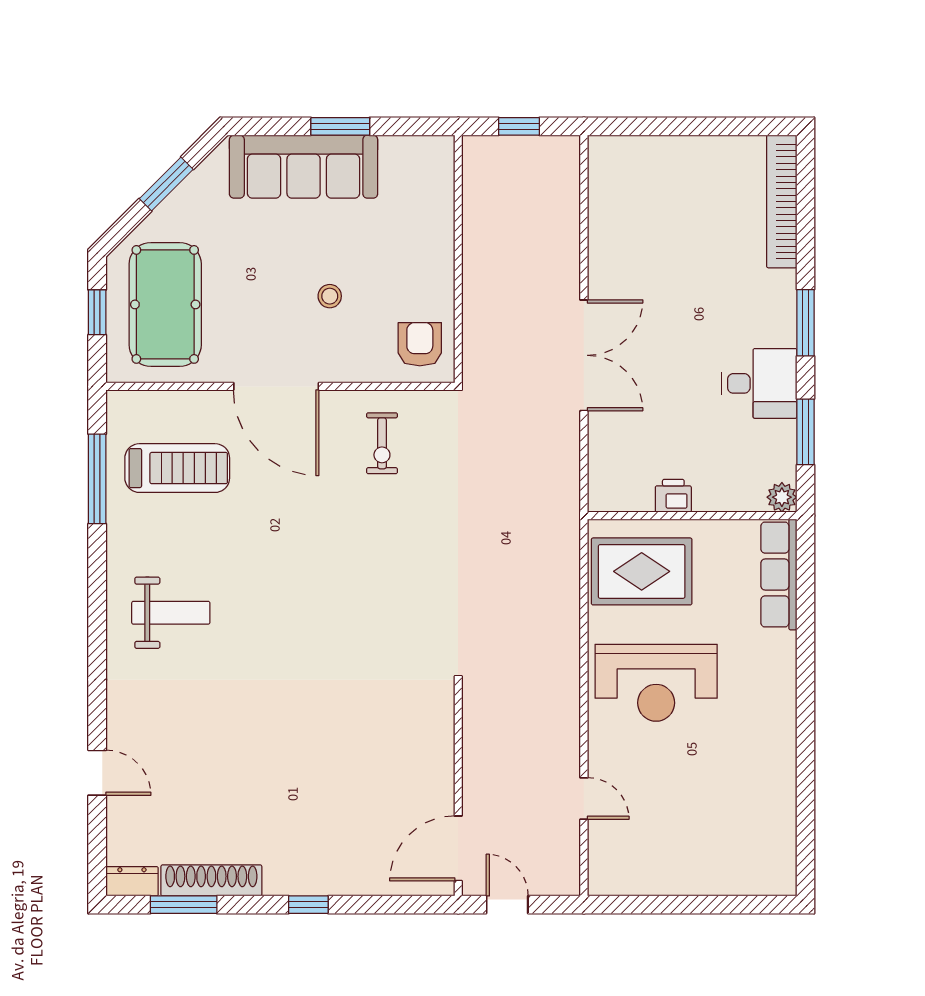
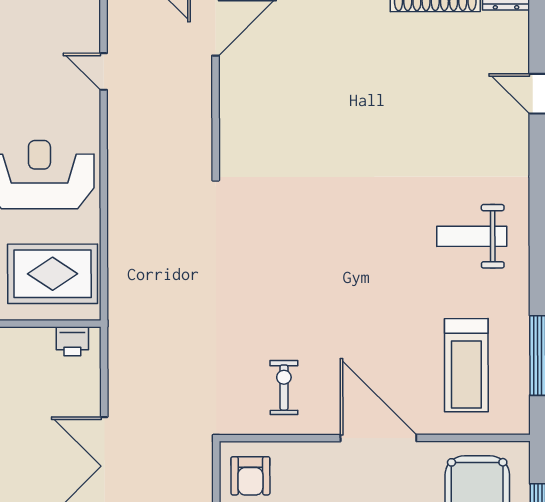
treadmill: (177, 468) -> (466, 365), turned -90
printer: (673, 496) -> (72, 341), moved

